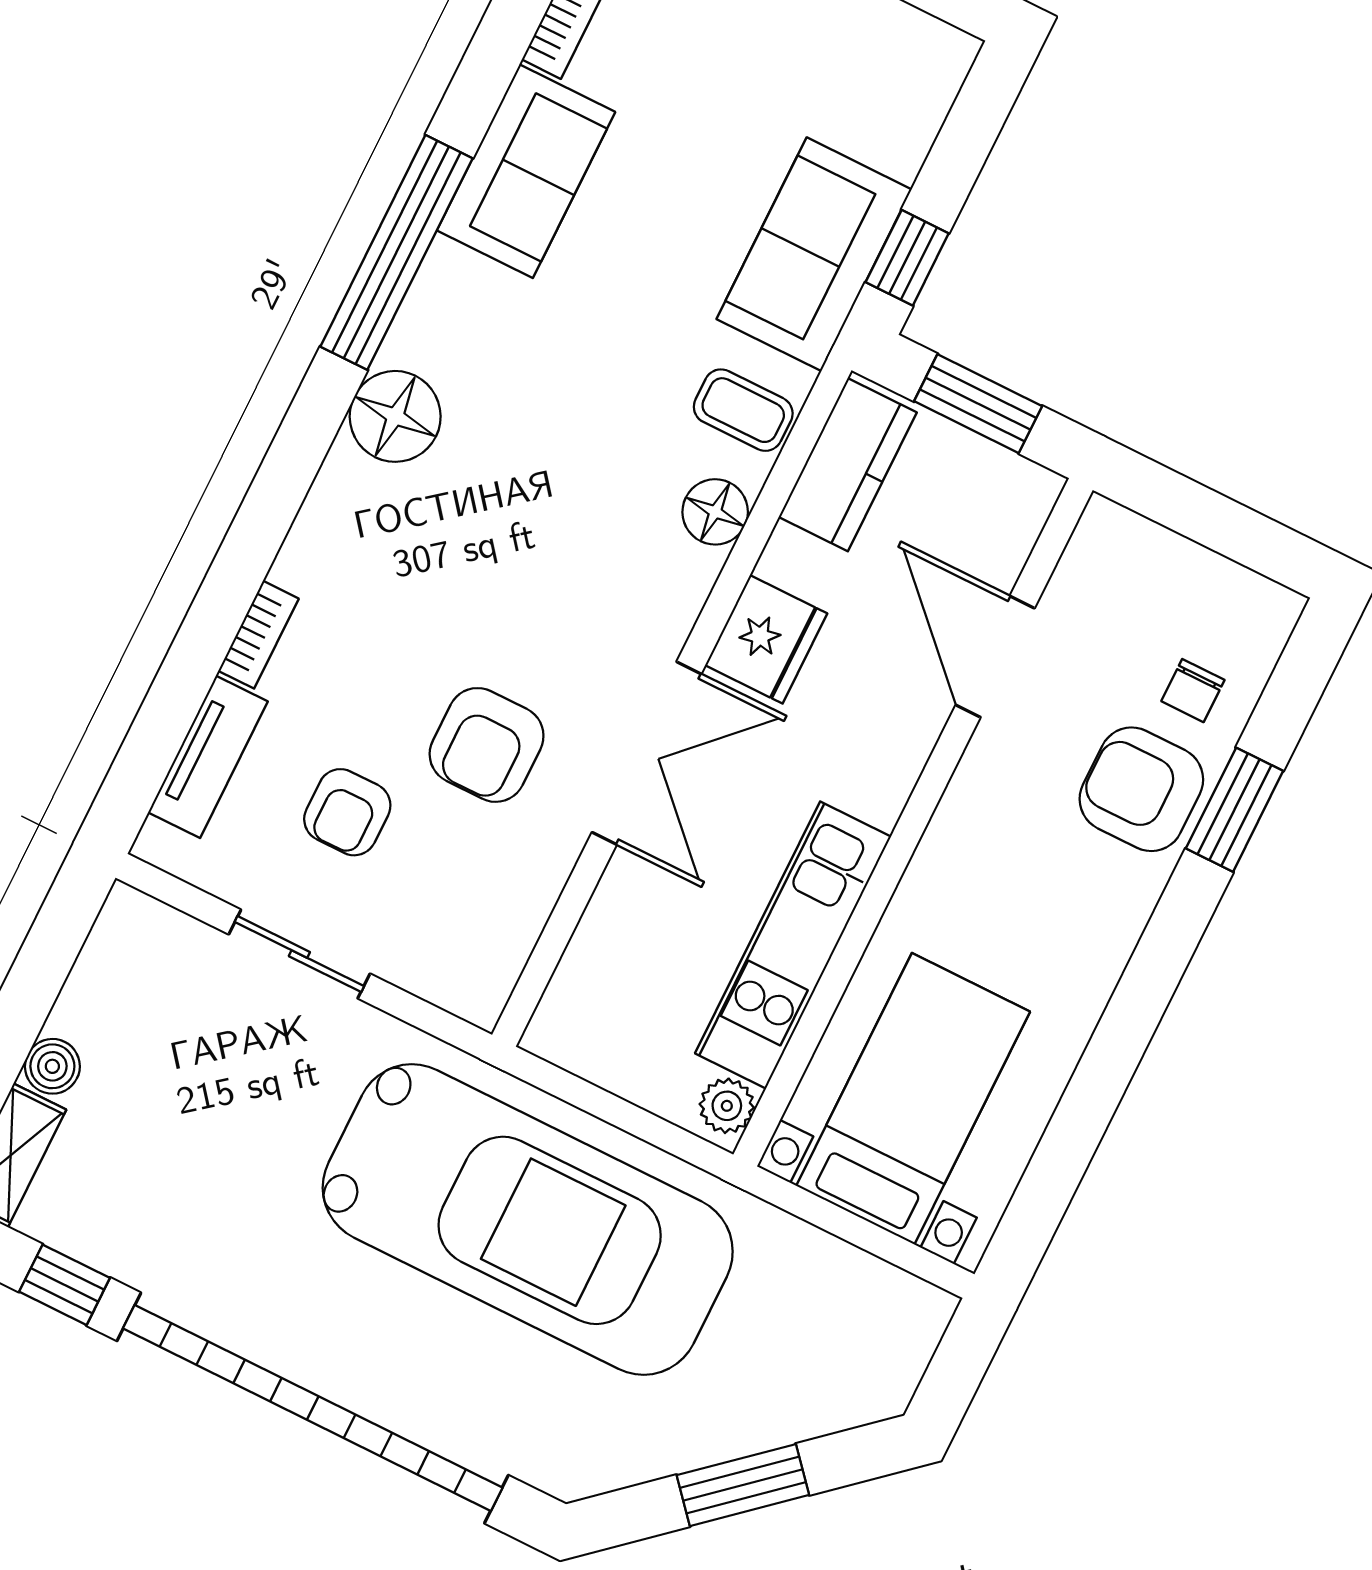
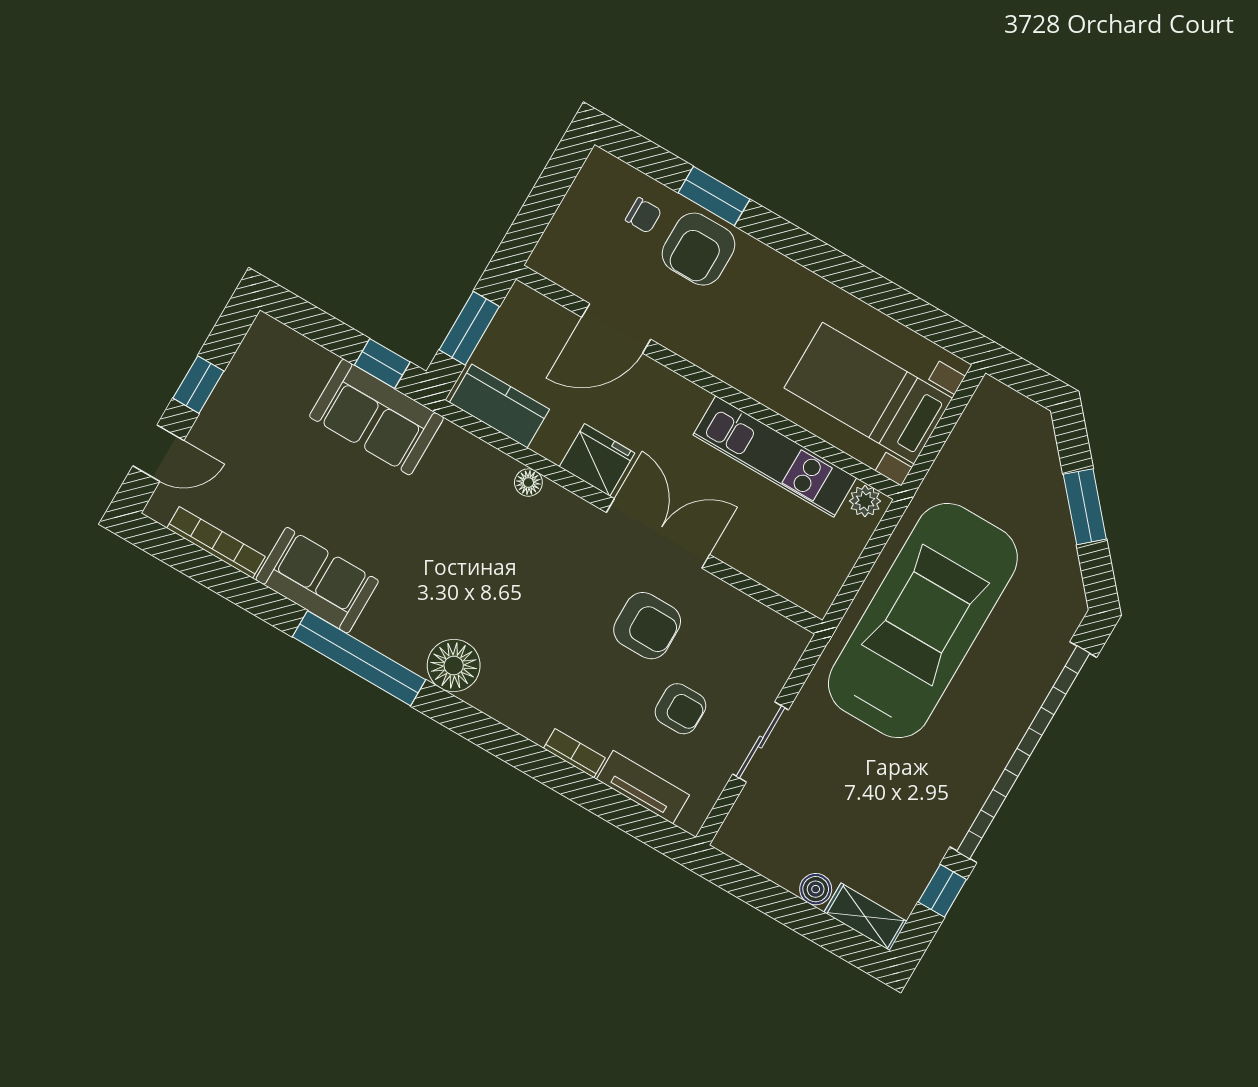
coffee table: (743, 410) -> (464, 464), removed
floor lamp: (715, 512) -> (528, 483), width x0.73, depth x0.73

